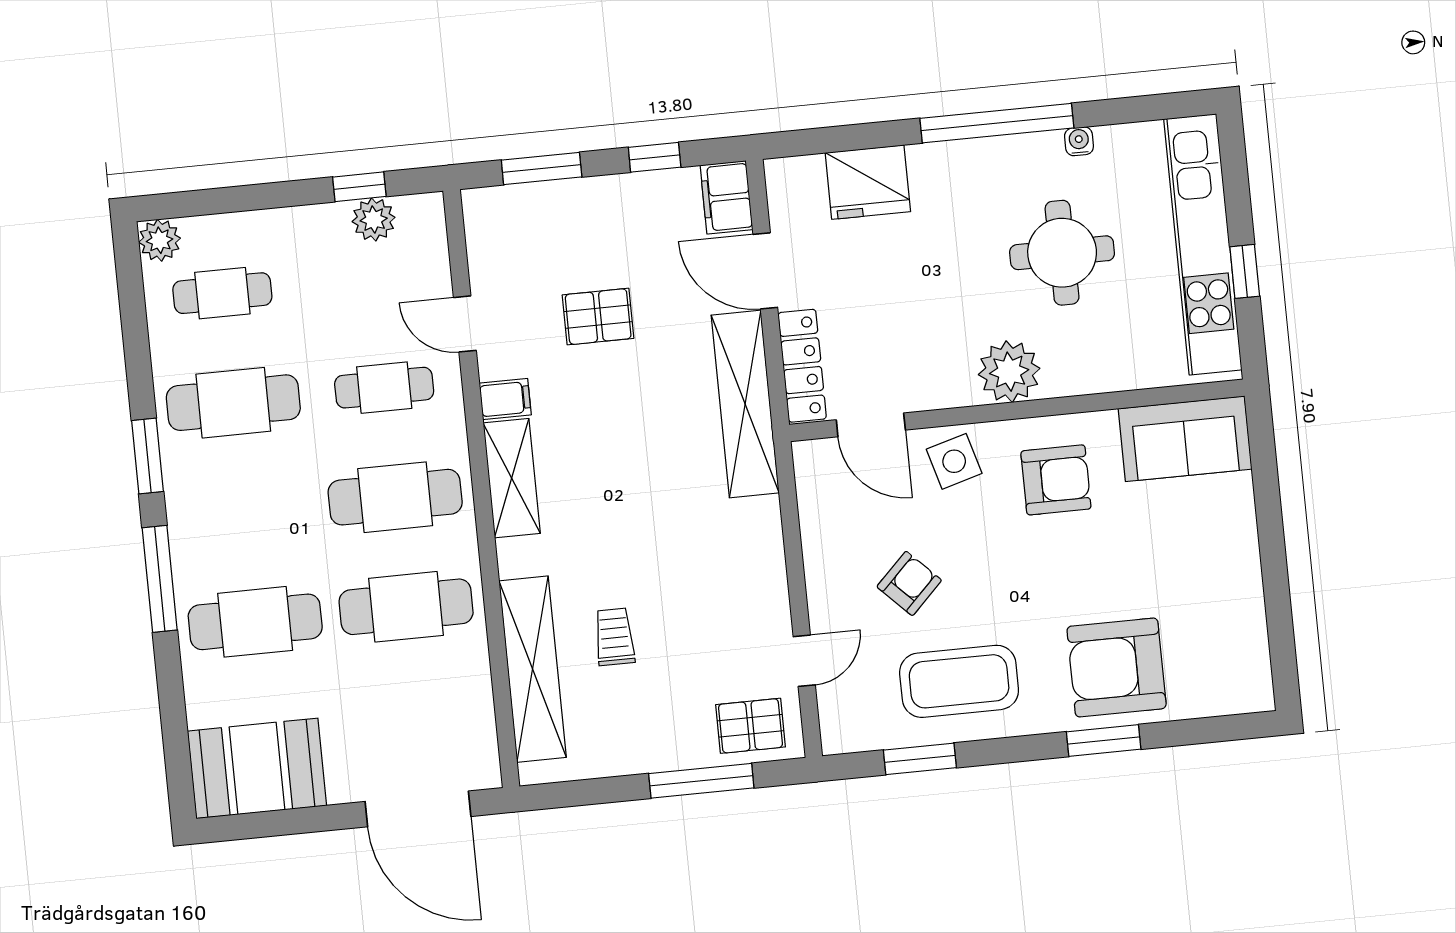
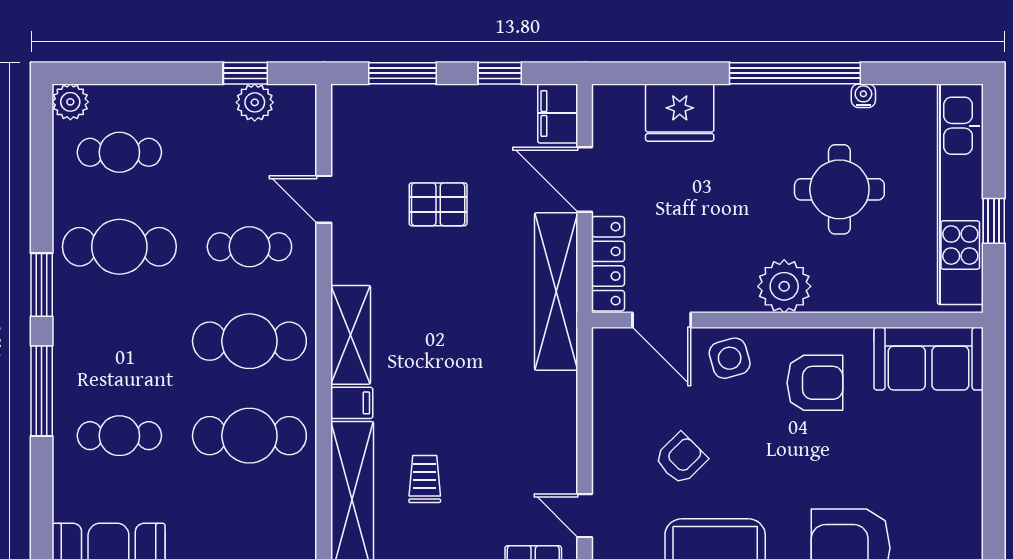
filing cabinet: (505, 399) -> (352, 403), moved
cafe table: (255, 622) -> (119, 436), width x0.73, depth x0.74
door: (804, 661) -> (585, 516), swing flipped

